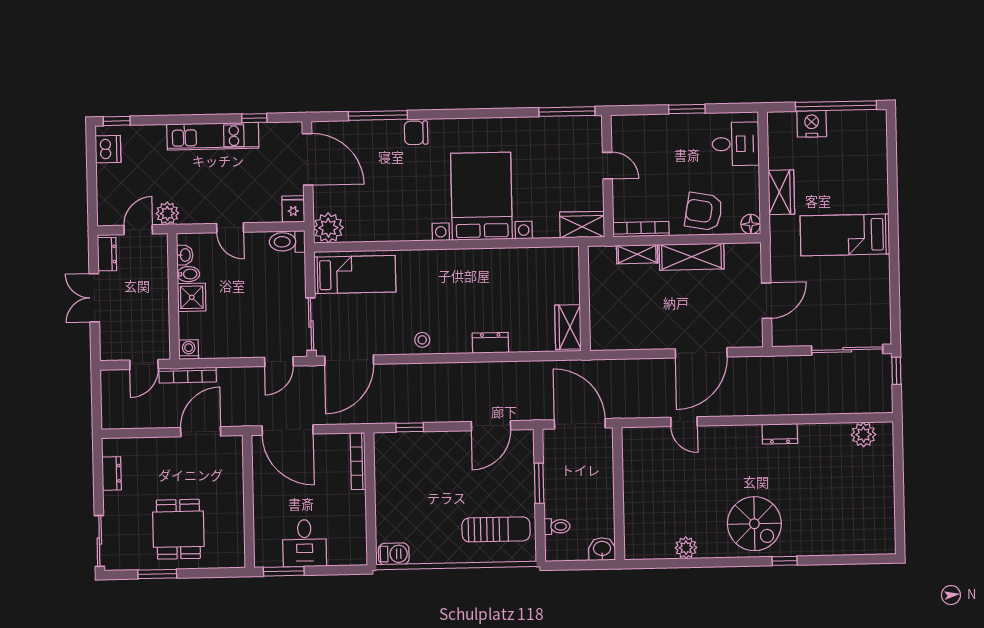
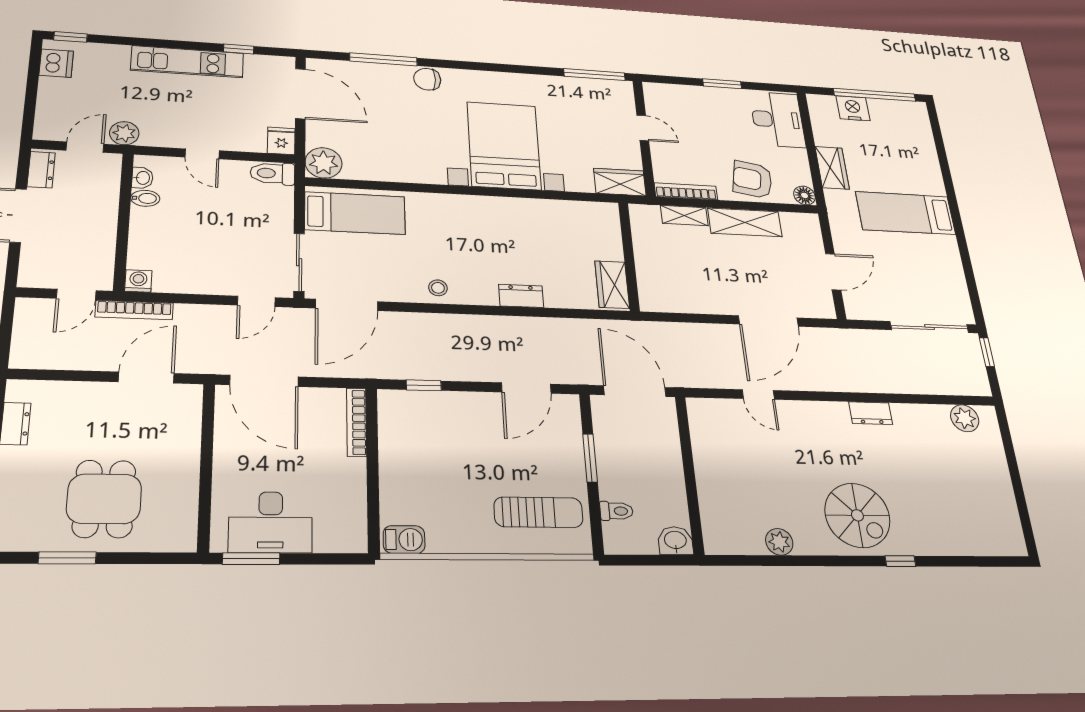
desk: (736, 144) -> (777, 119), width x1.37
shower: (192, 297) -> (147, 223), removed
desk: (305, 543) -> (271, 522), width x1.37

